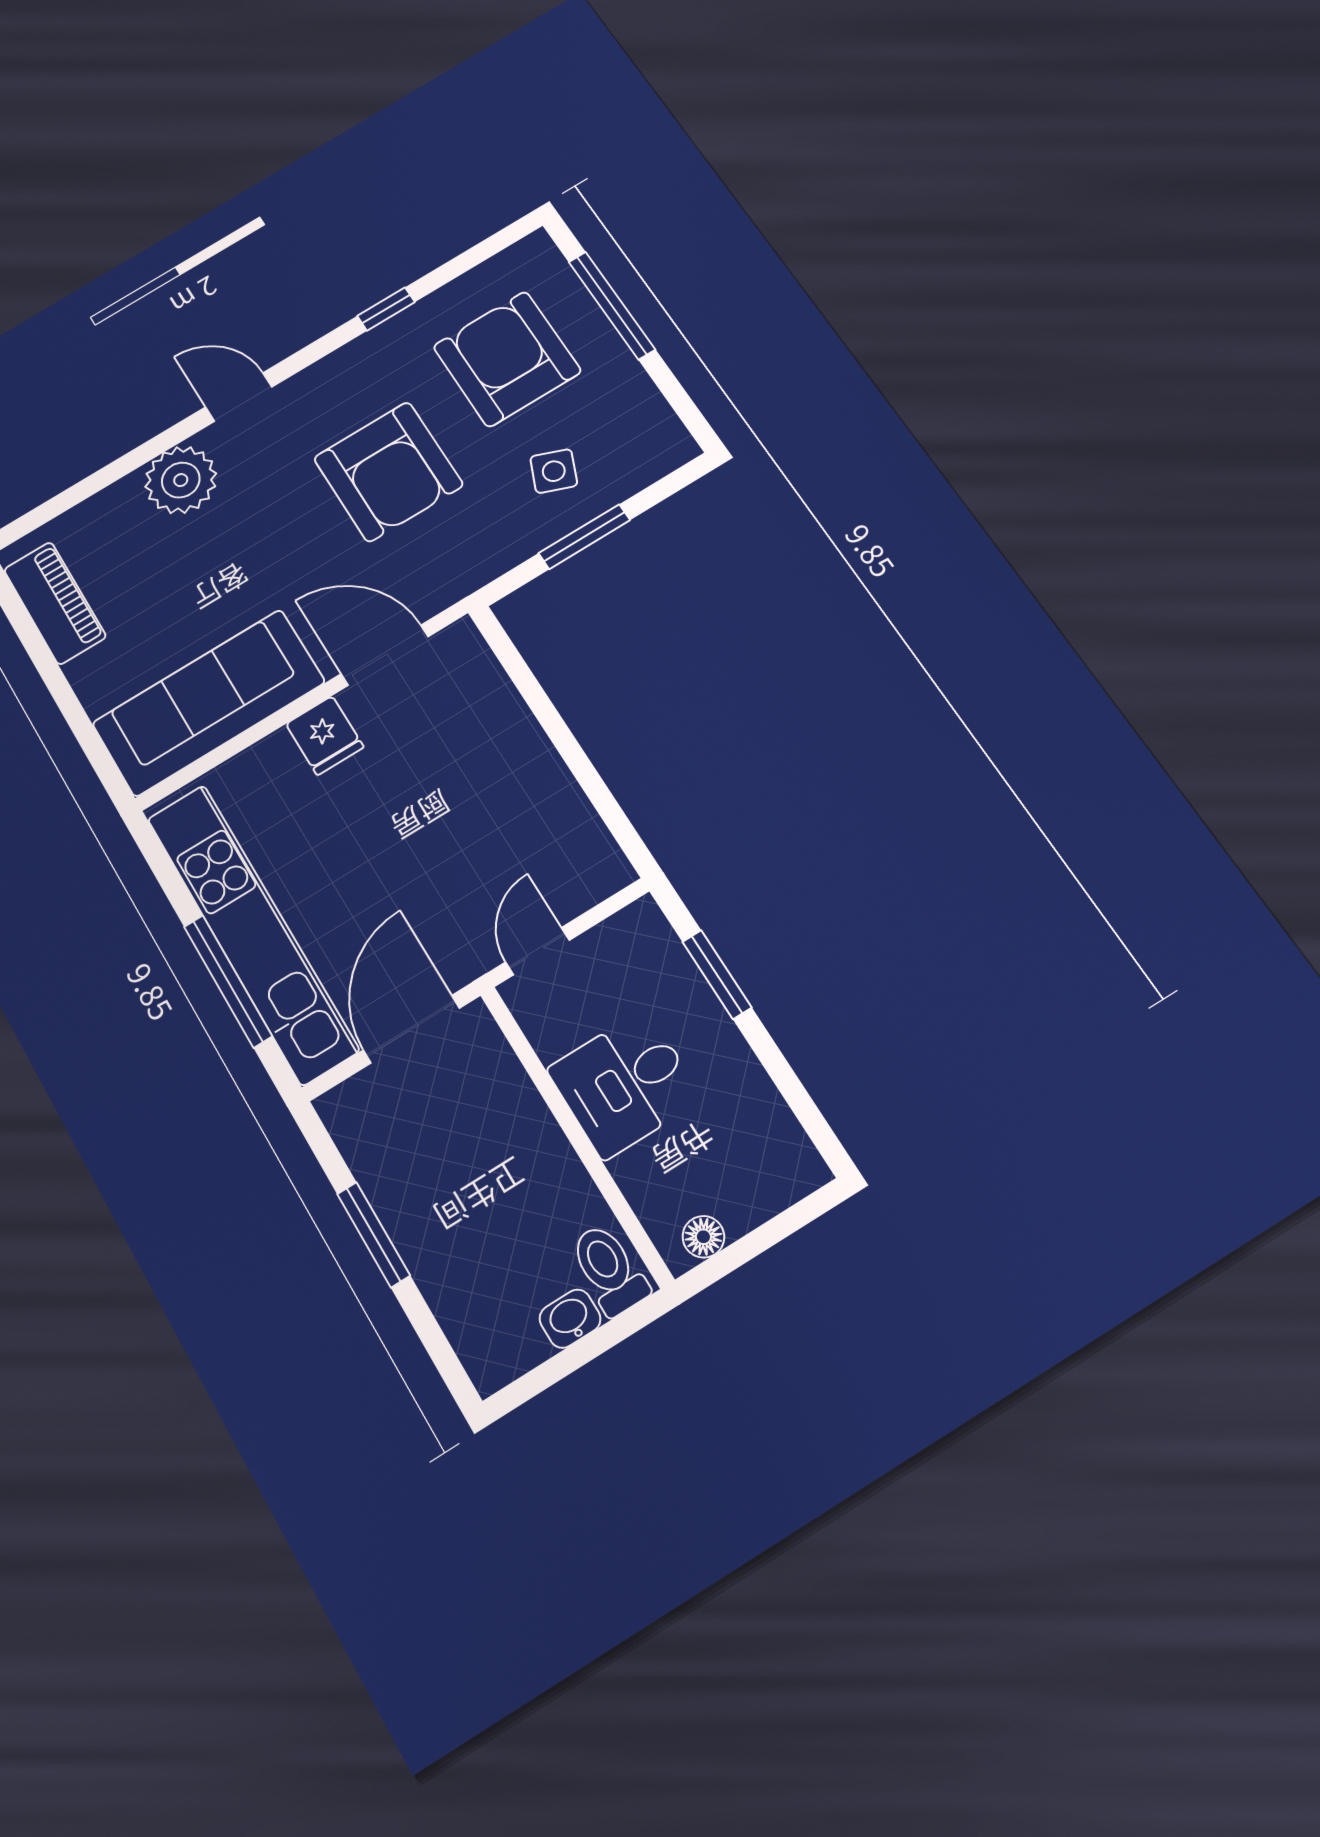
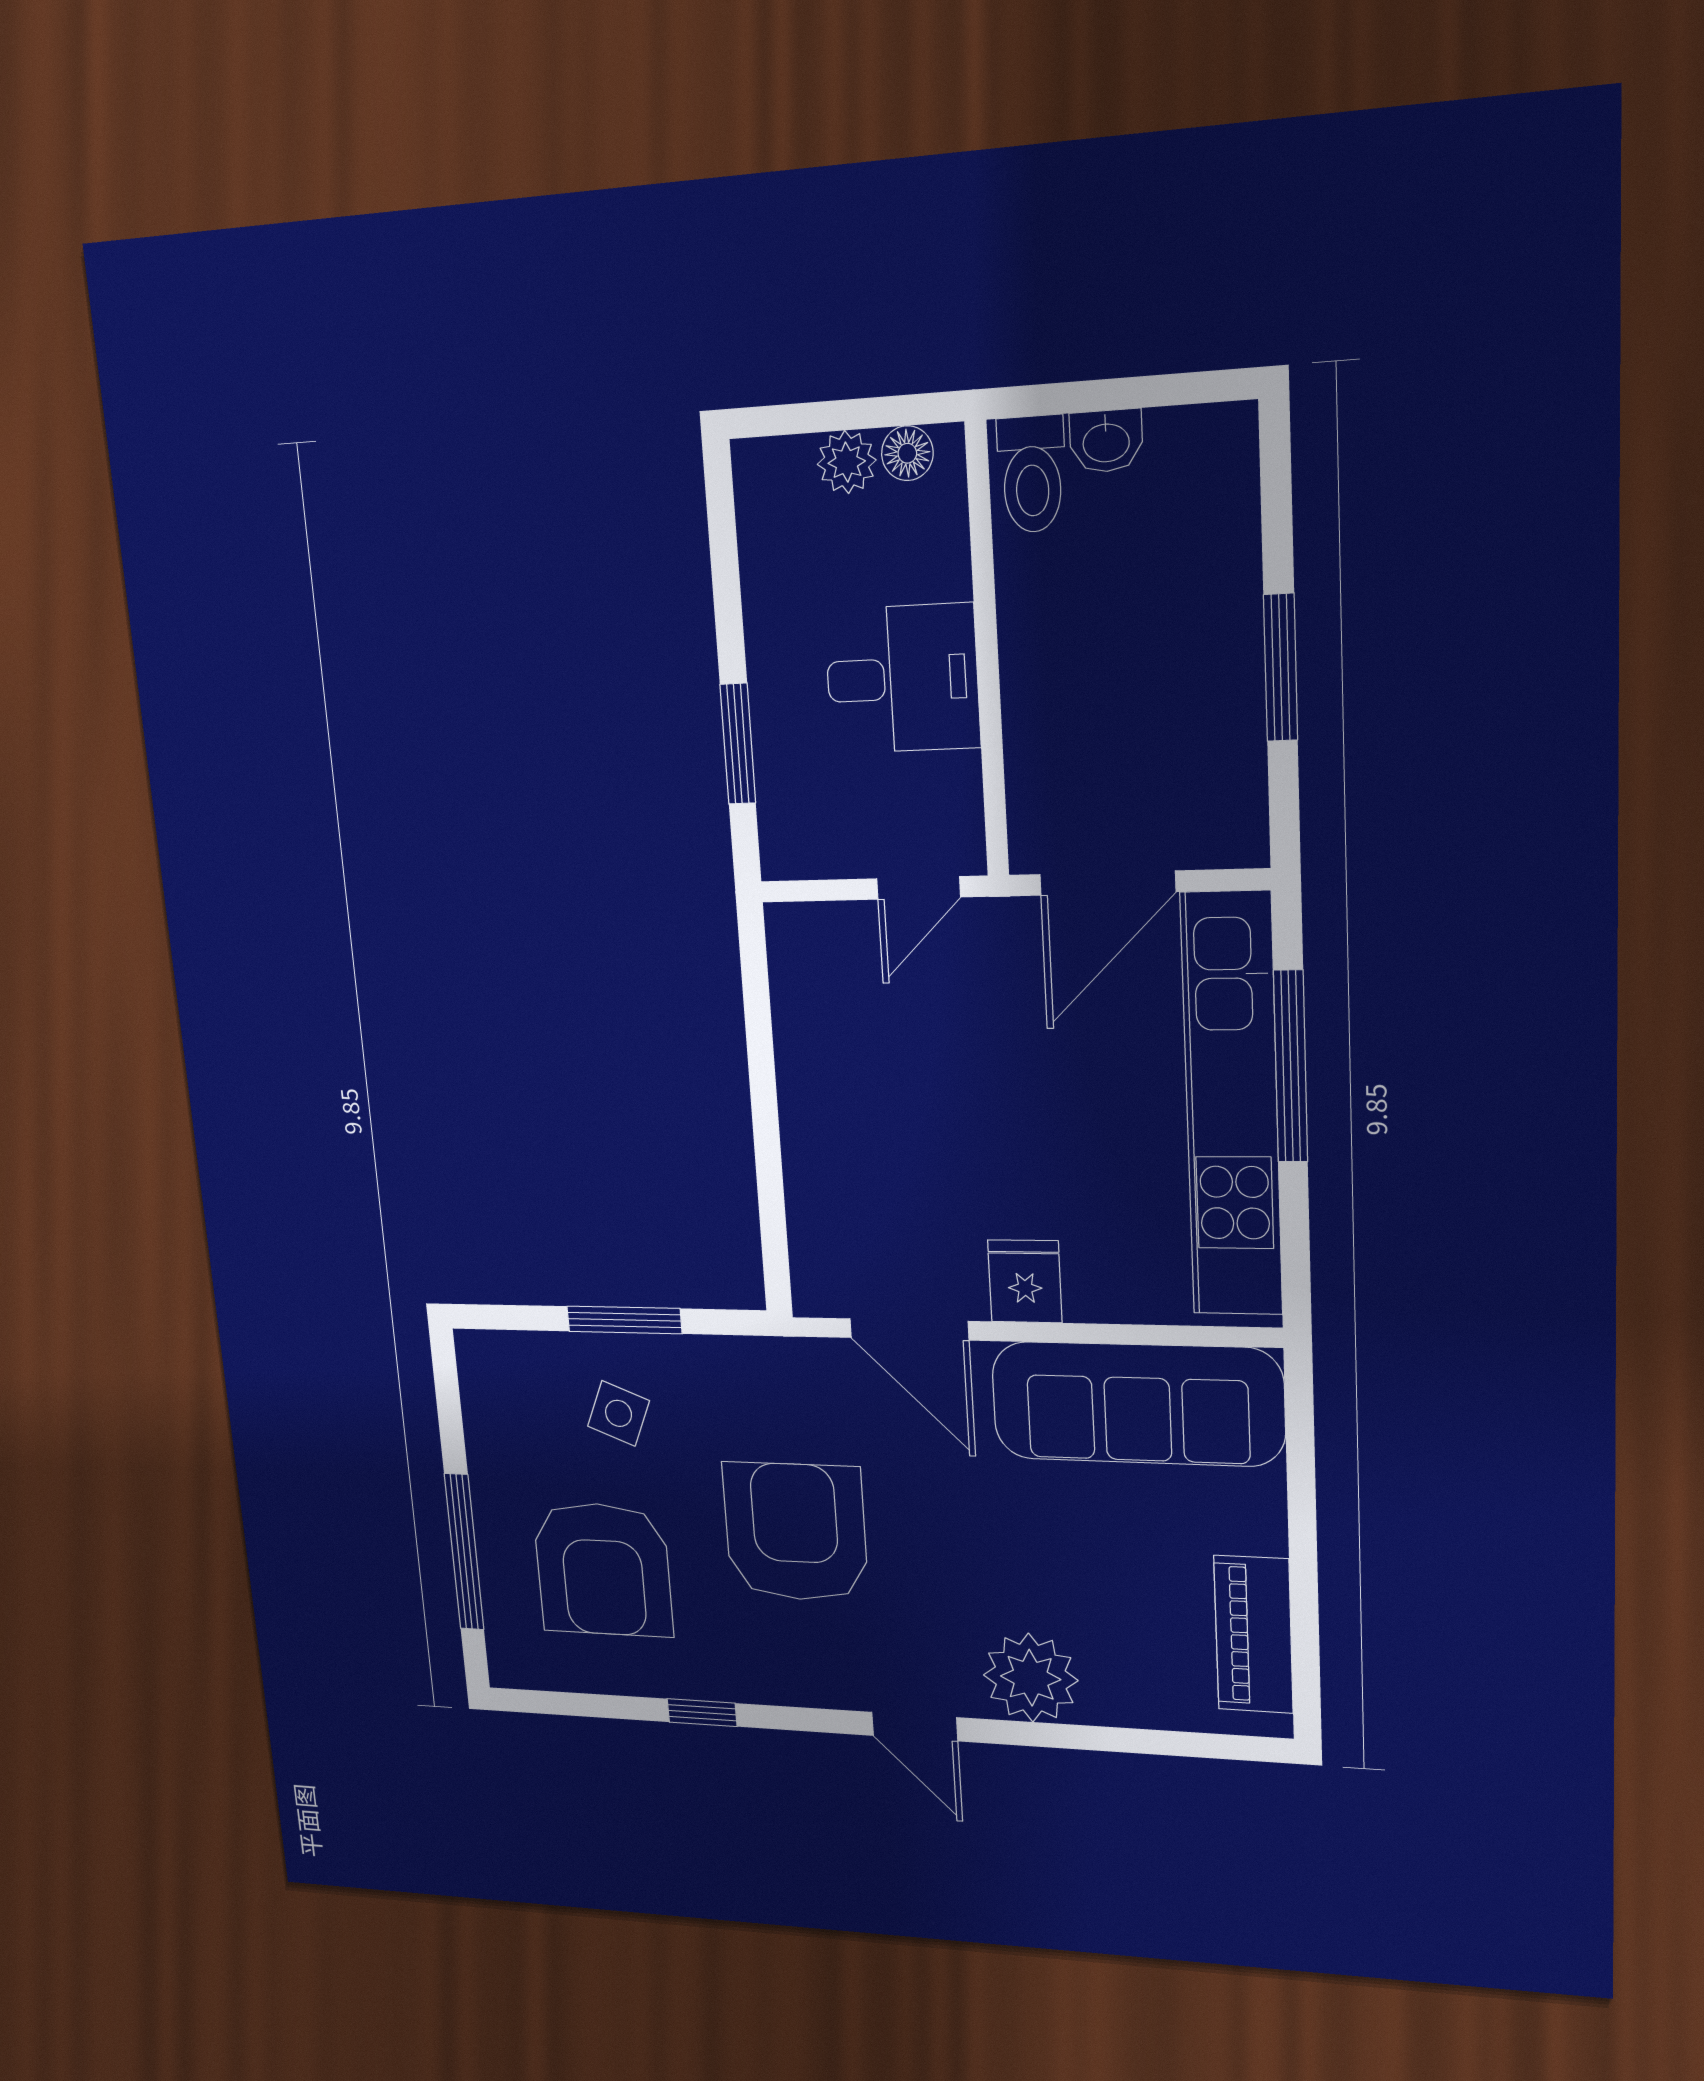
plant: (743, 1208) -> (847, 462), added

